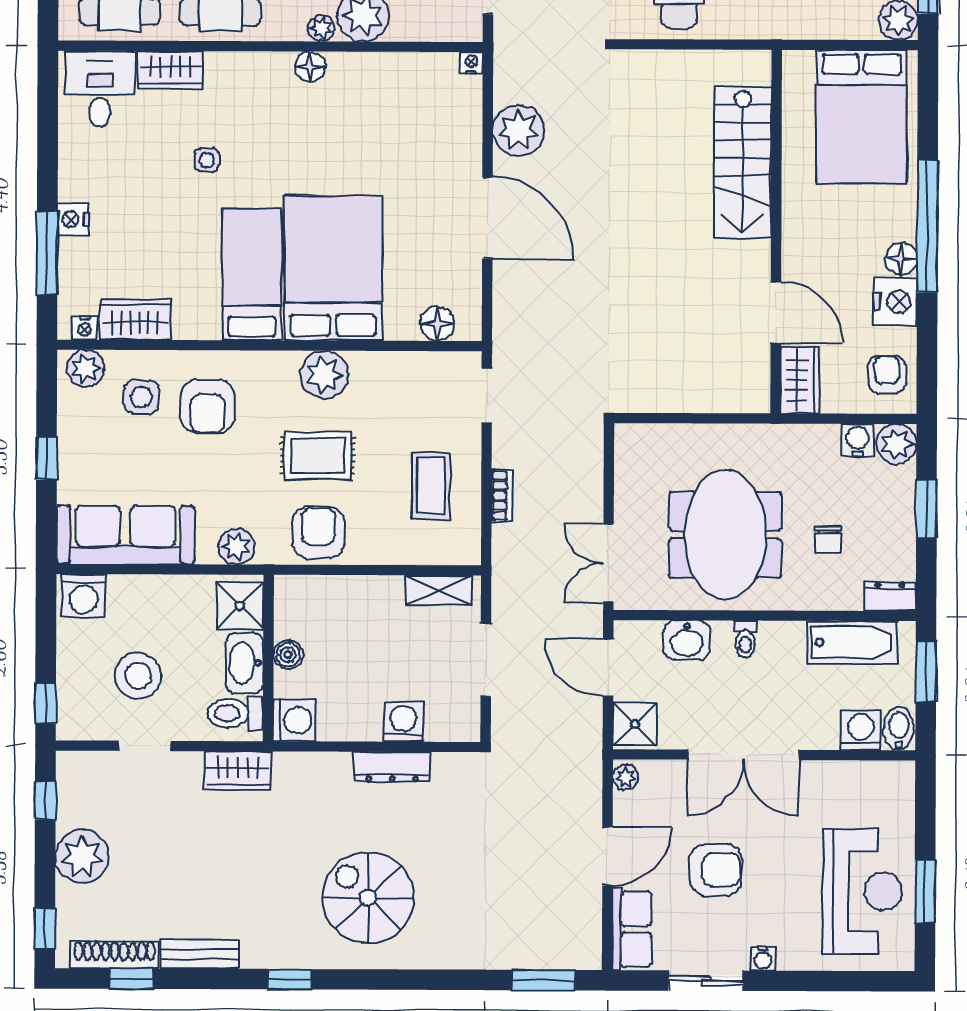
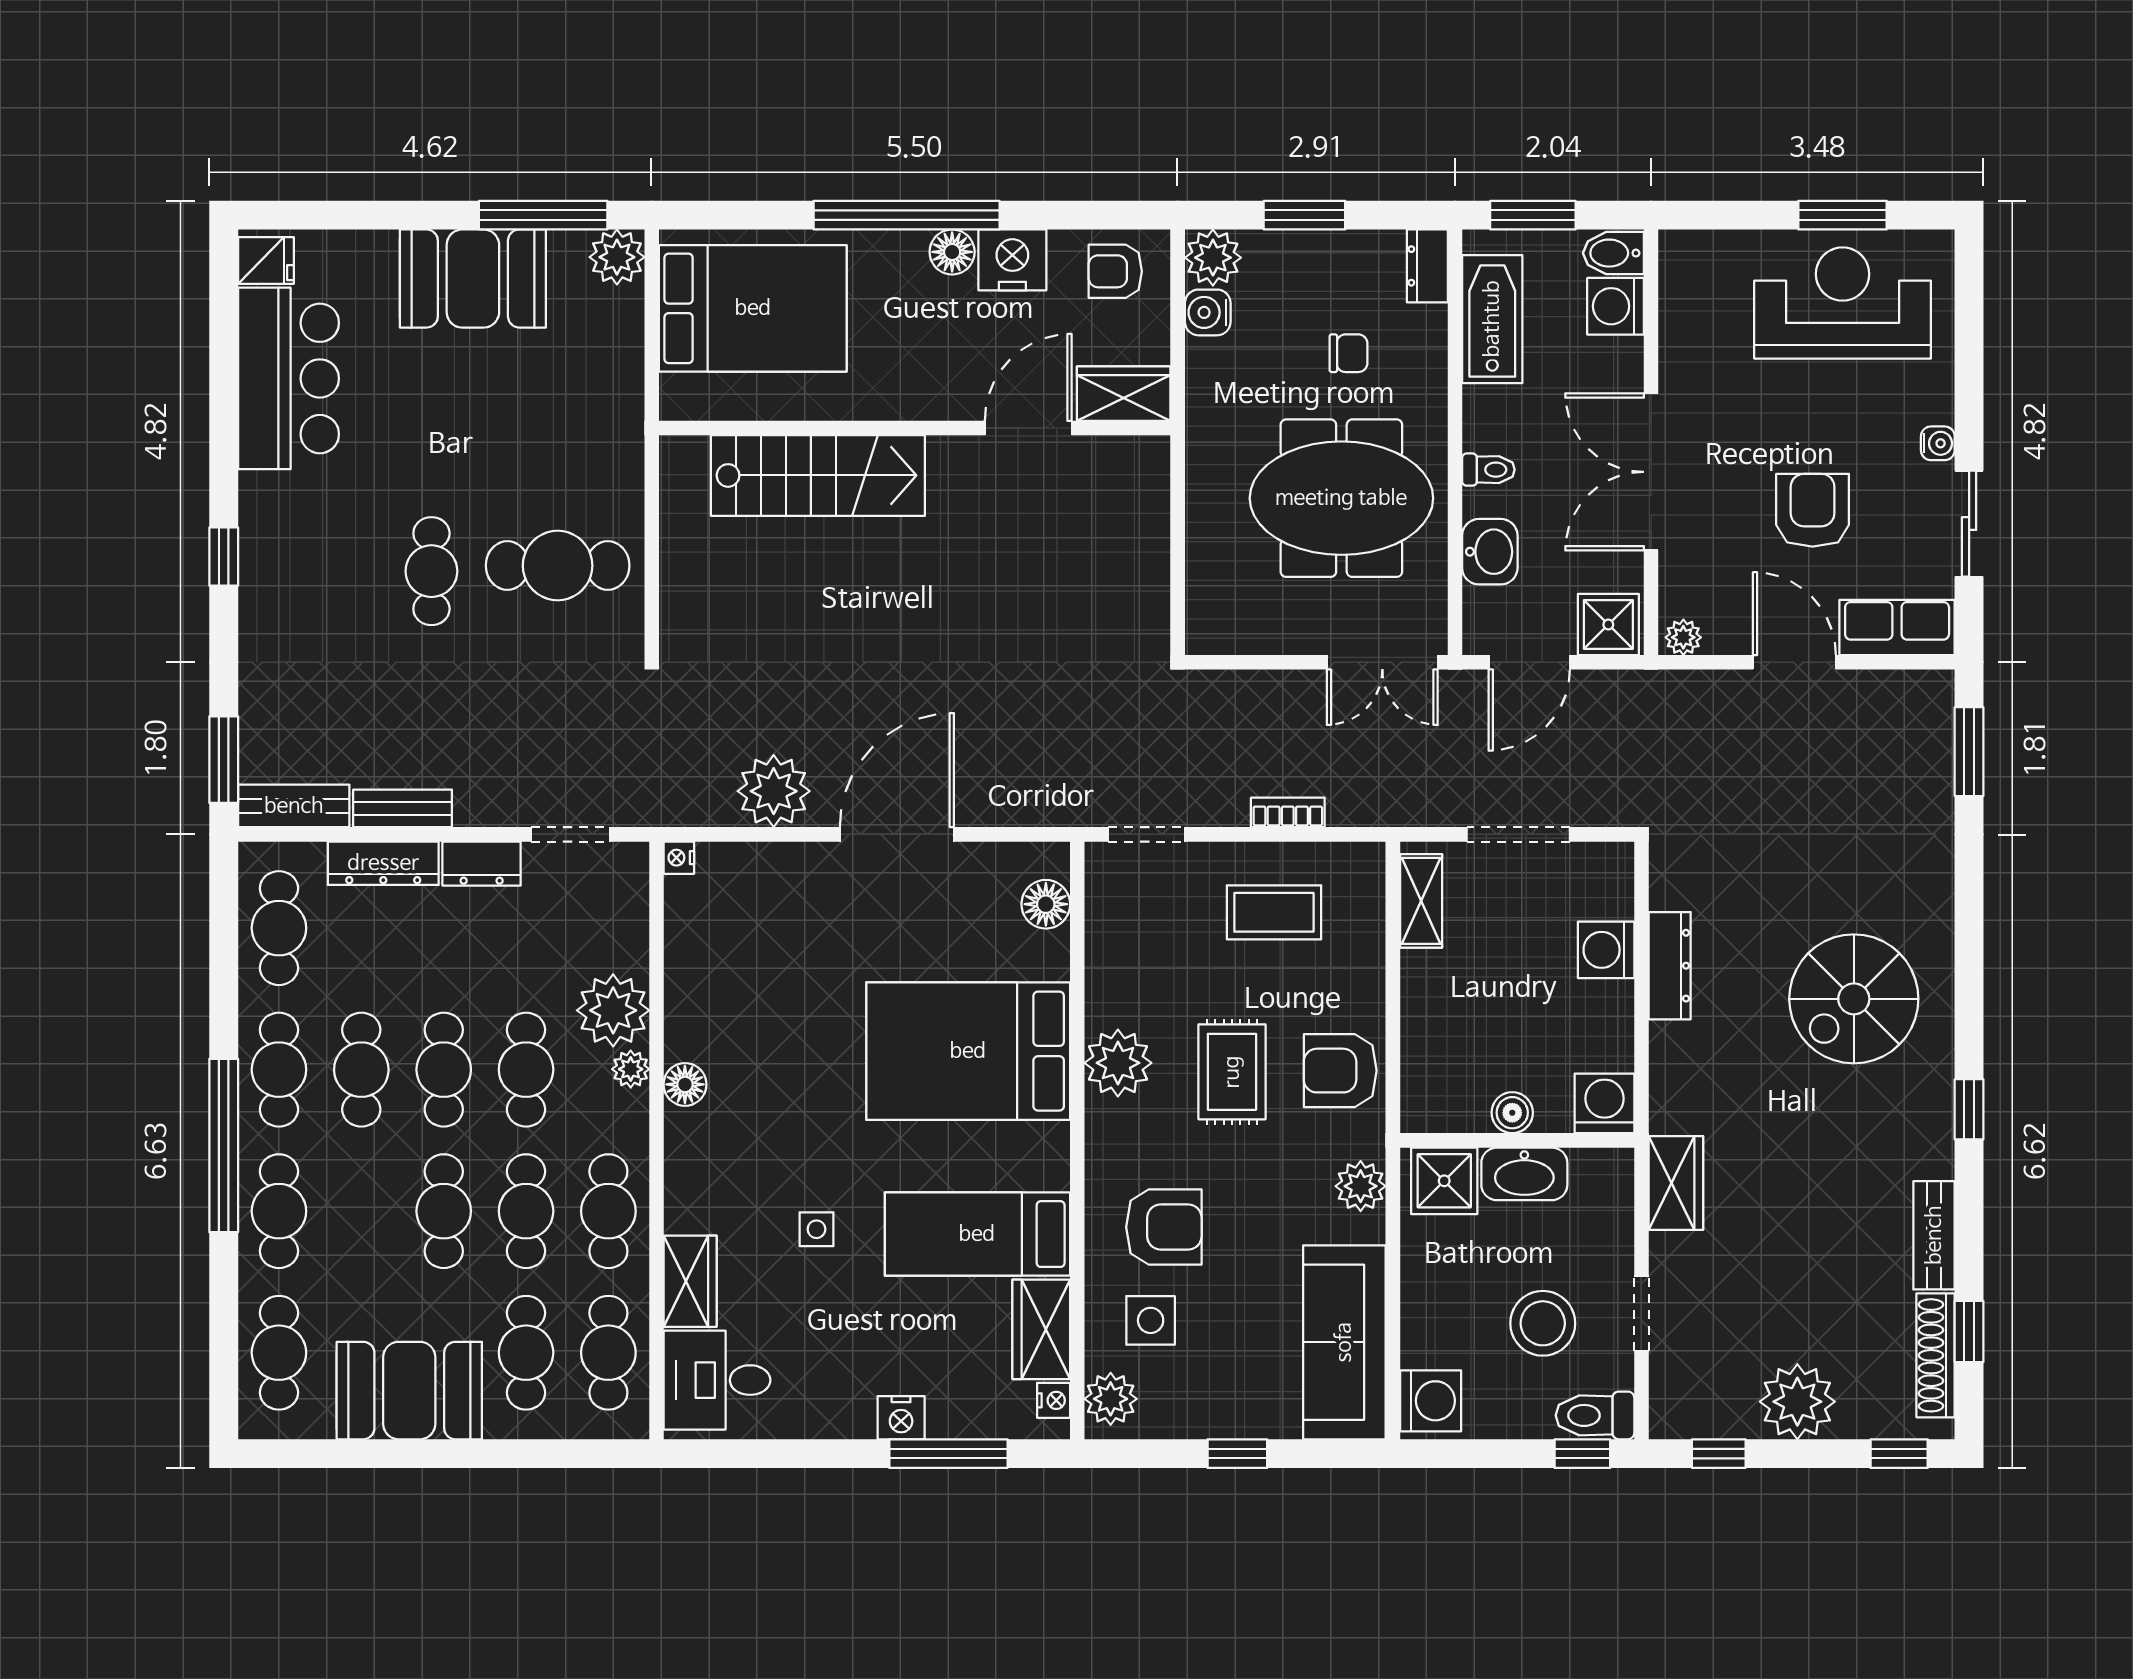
bed: (252, 274) -> (977, 1234), moved
toilet: (235, 713) -> (1595, 1415), moved, turned 90
double door: (743, 755) -> (1651, 472), swing flipped

